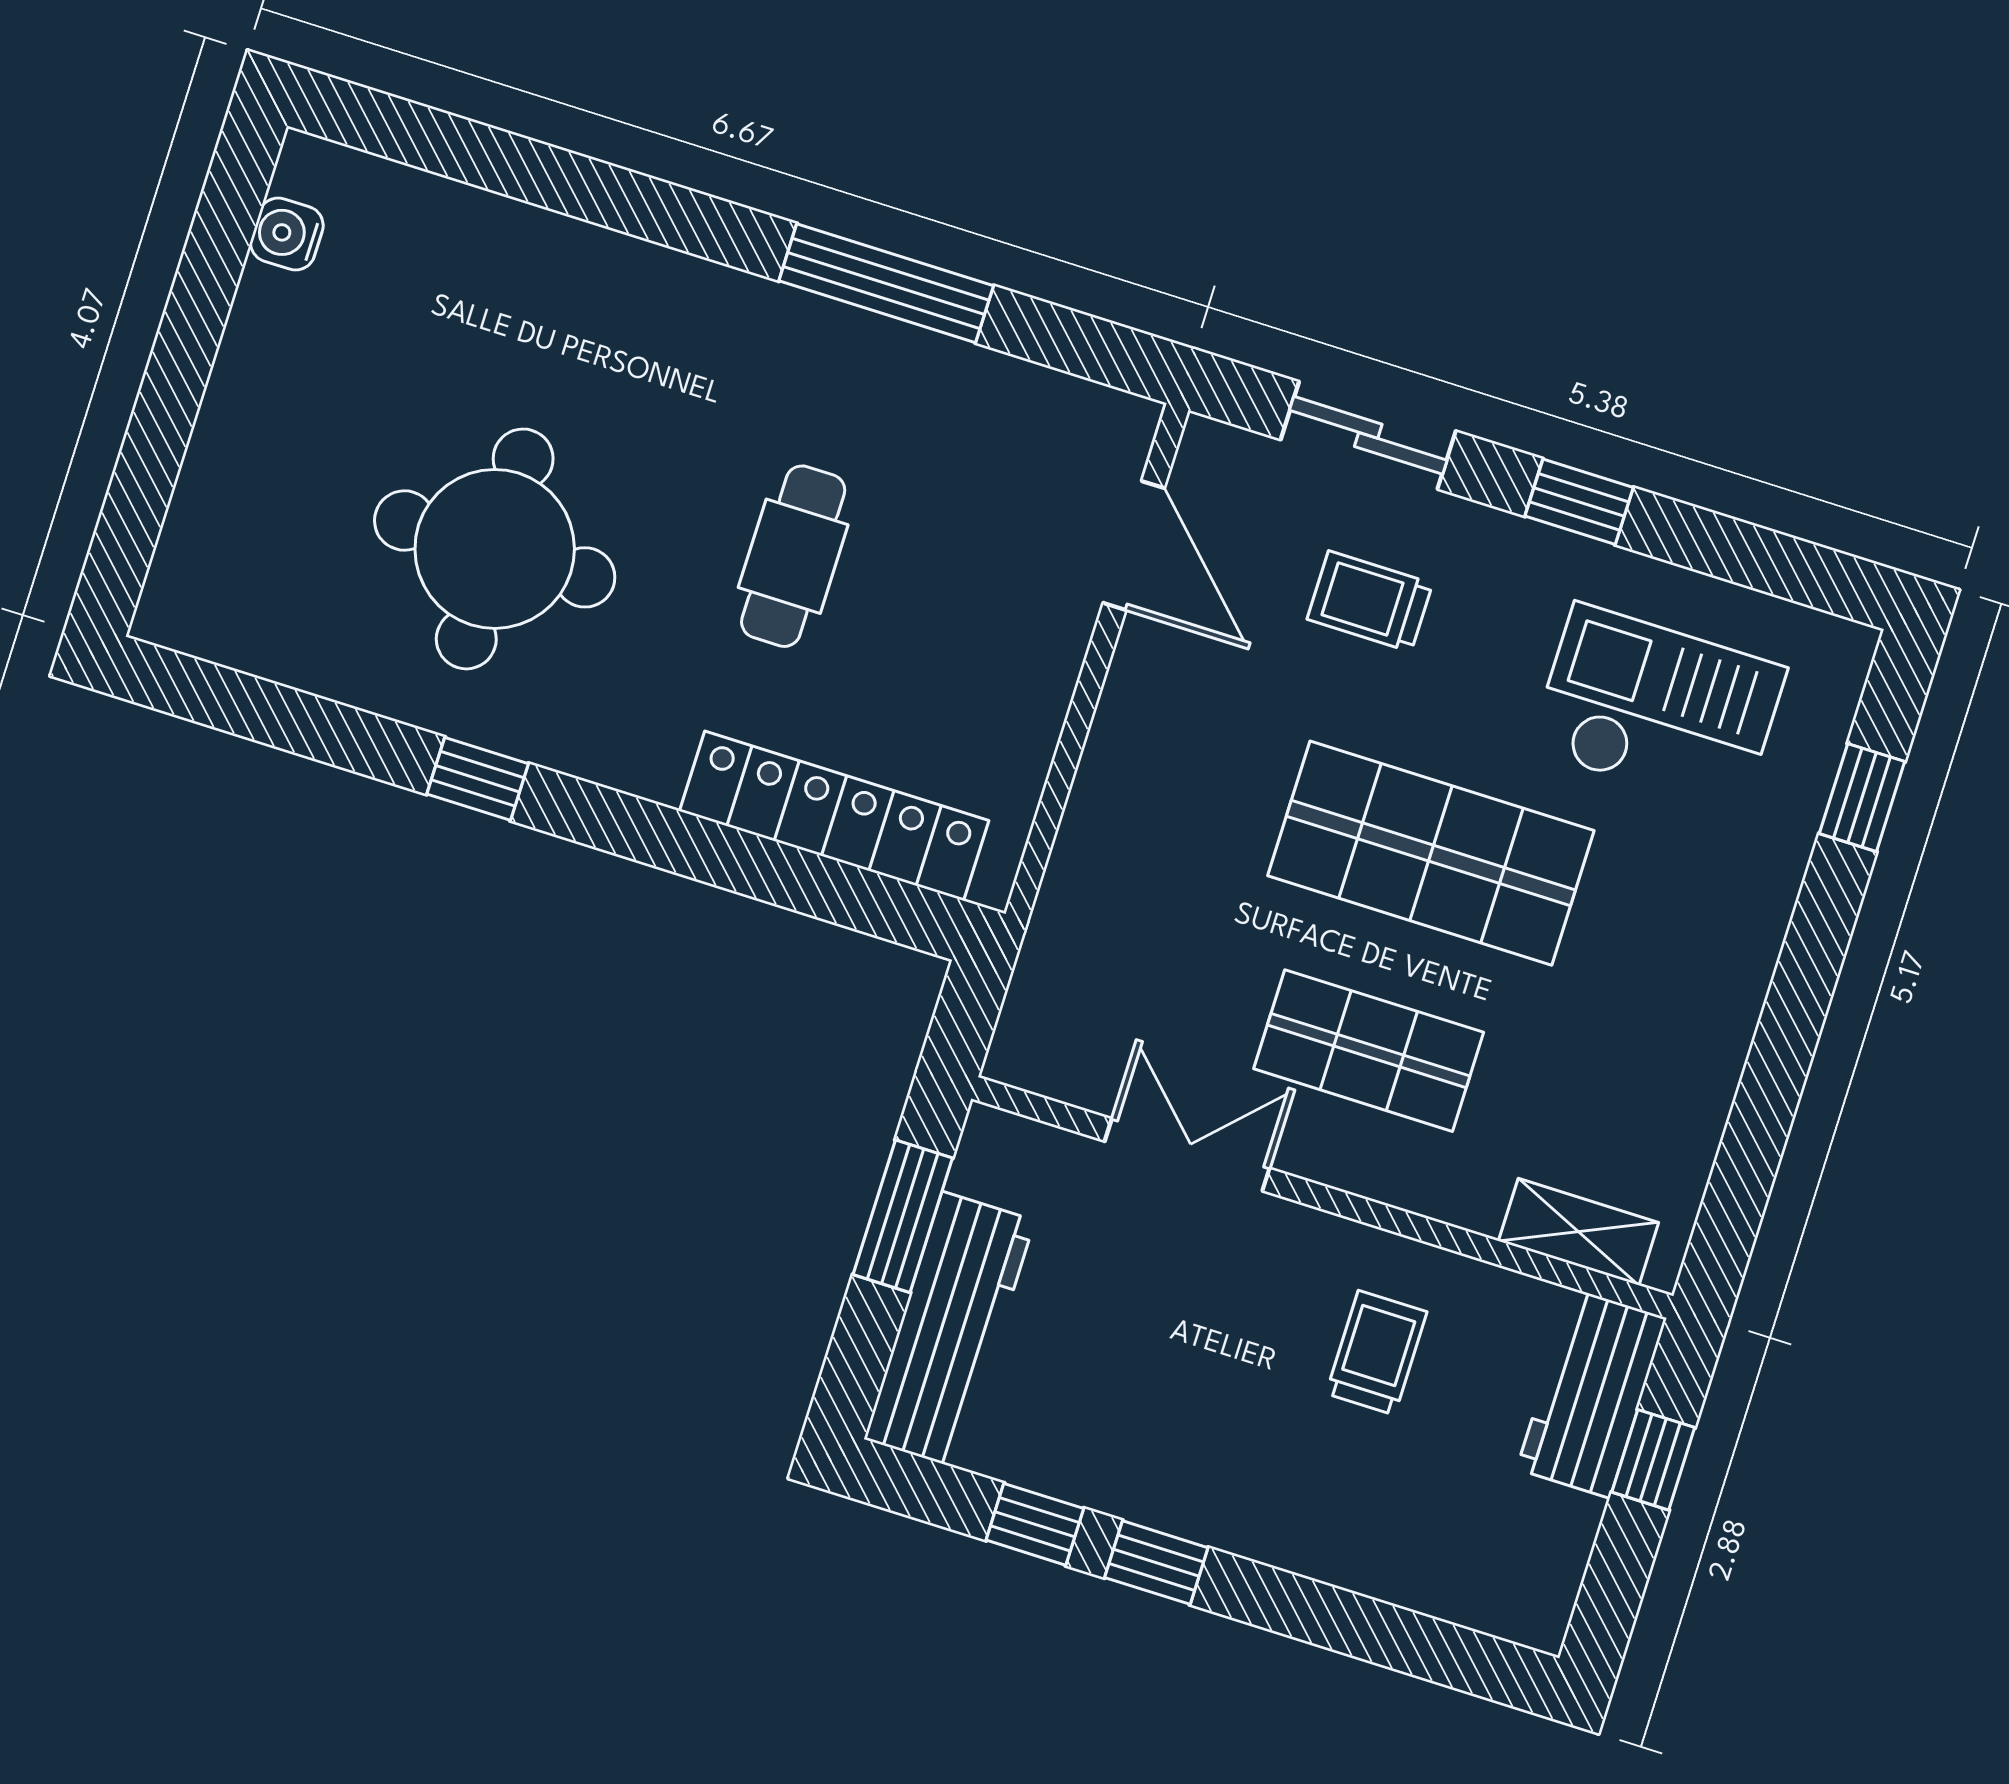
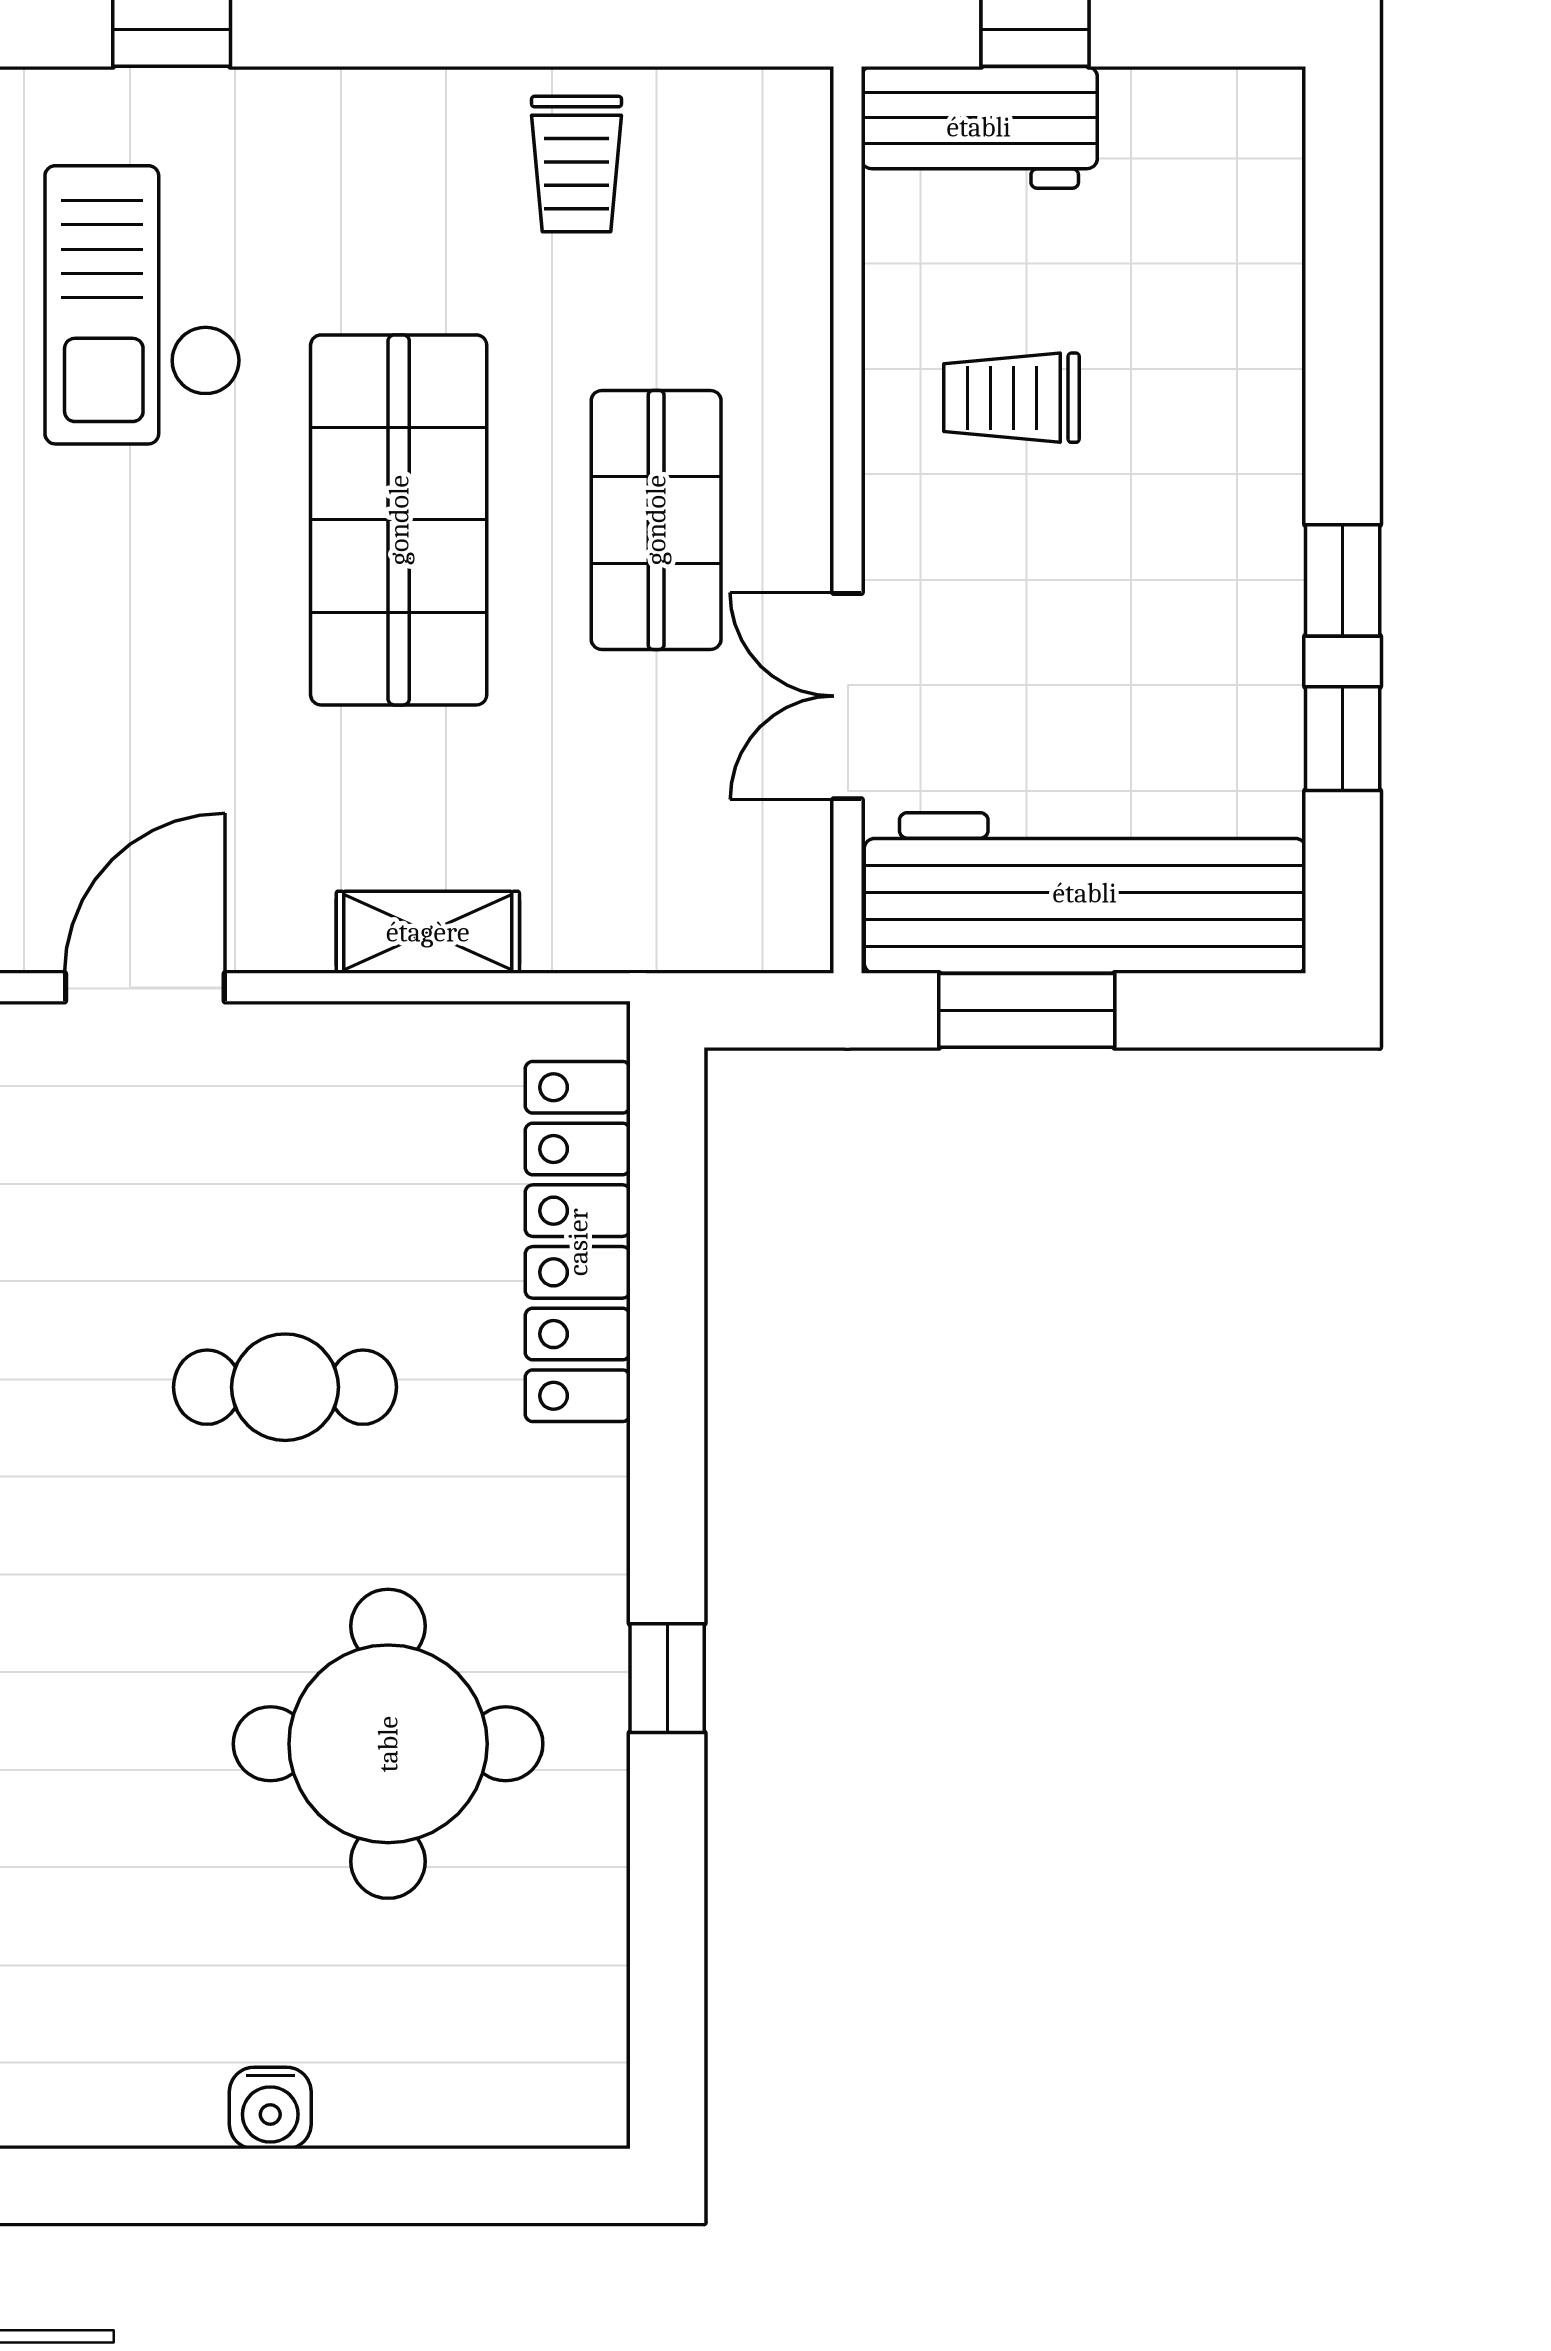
water cooler: (287, 234) -> (270, 2108), moved
trolley: (1370, 601) -> (577, 164), moved
shelving: (1579, 1232) -> (428, 932), moved, turned 90
workbench: (949, 1330) -> (1085, 893), width x1.36, depth x1.32

